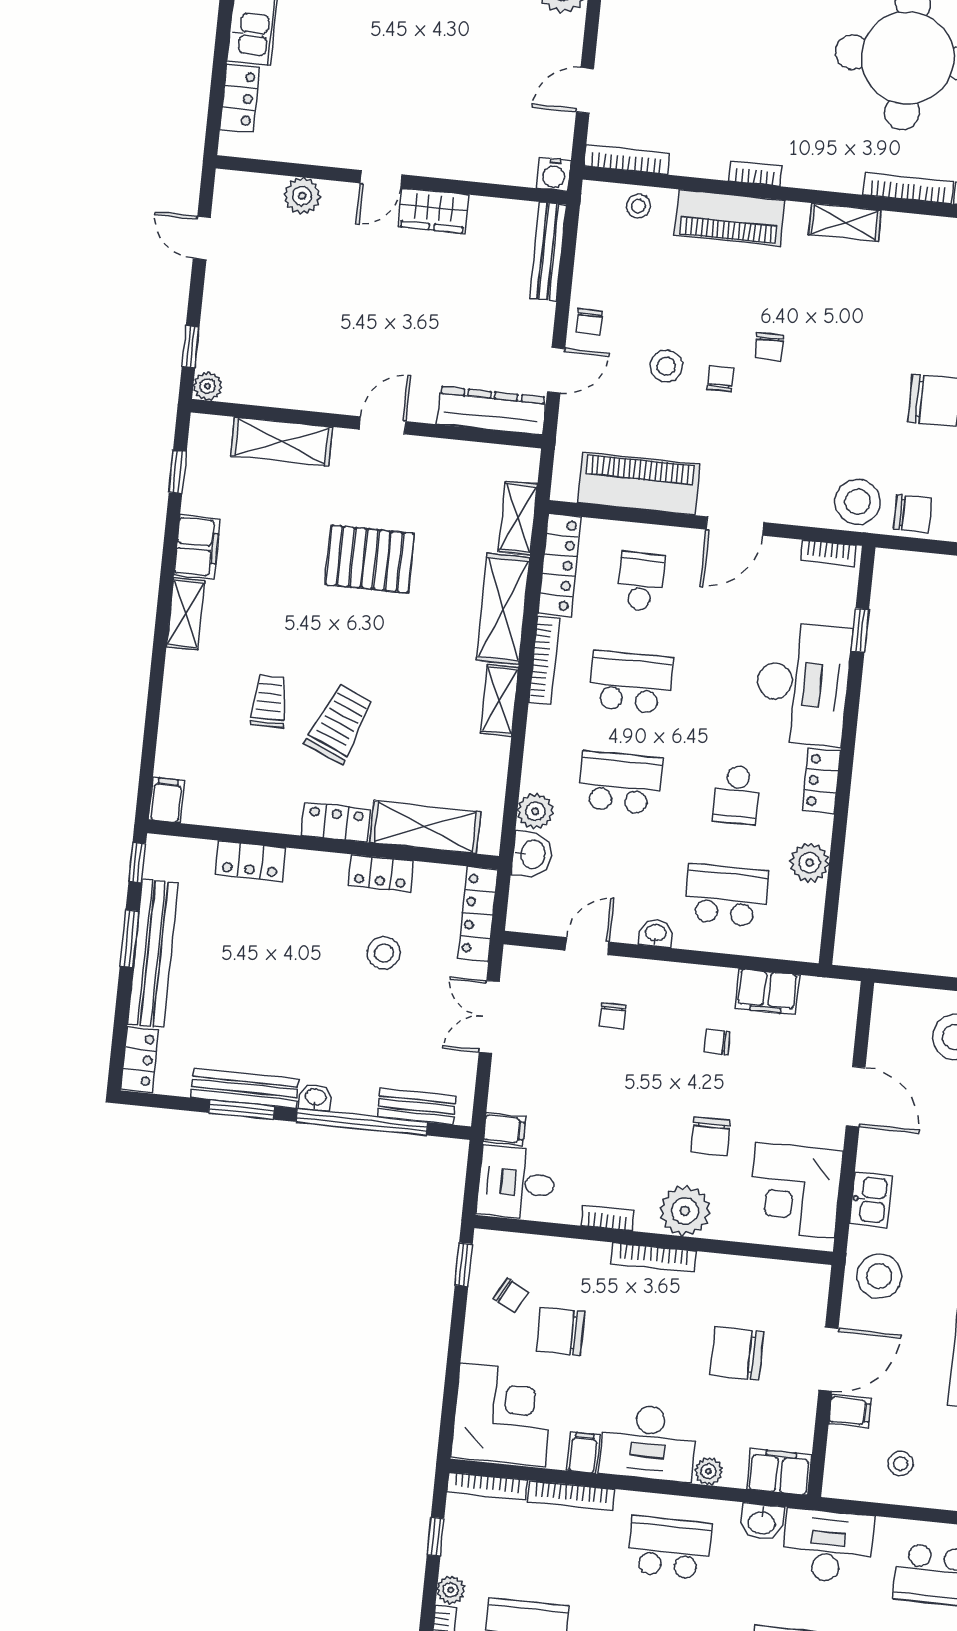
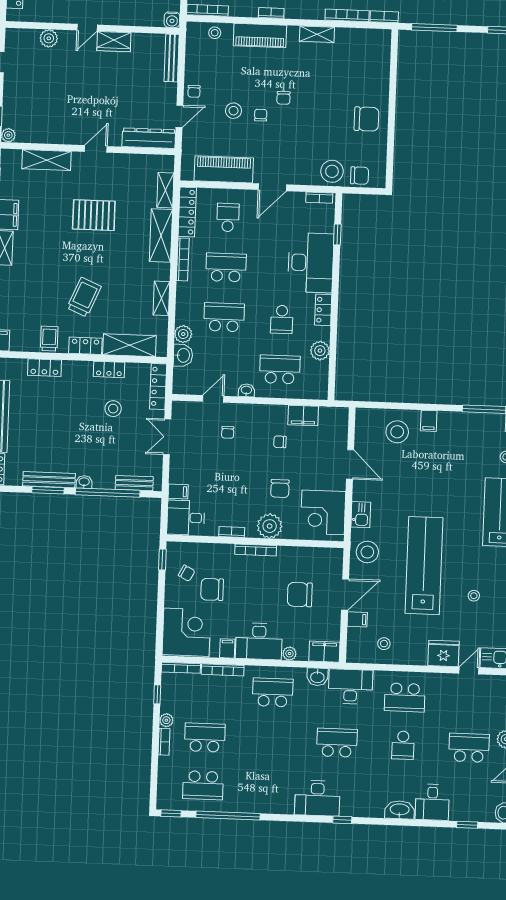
shelving: (500, 700) -> (161, 298), moved
trolley: (269, 701) -> (49, 339), moved

